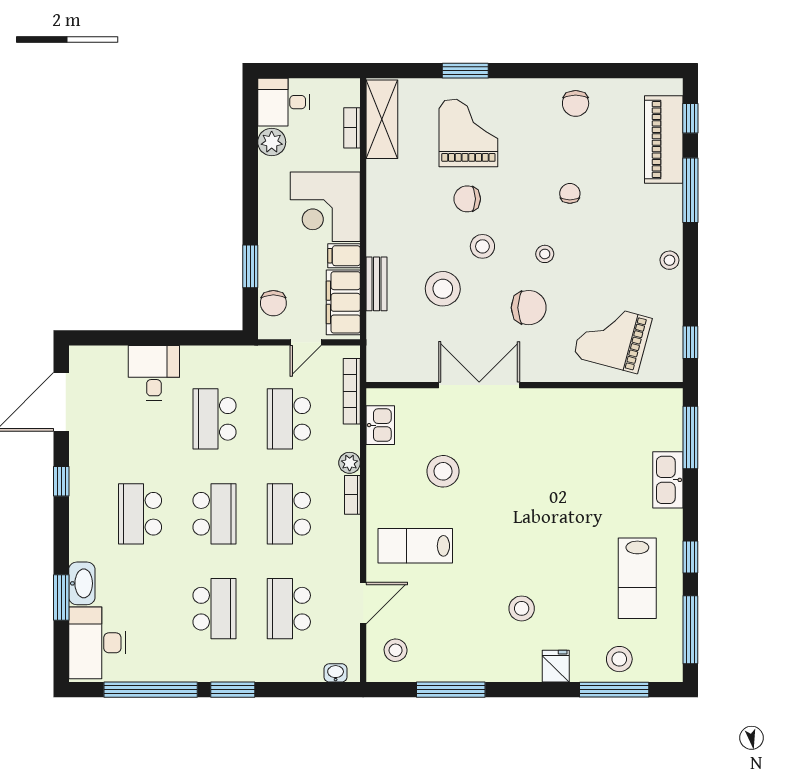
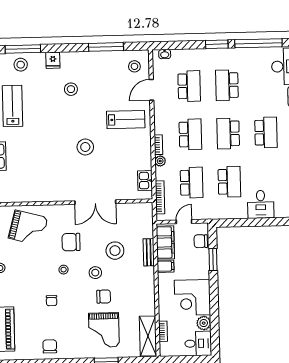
corner desk: (325, 207) -> (192, 298), moved, turned 180
chair: (273, 303) -> (201, 241), turned -90
stool: (443, 471) -> (85, 147), moved

